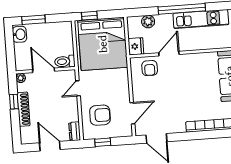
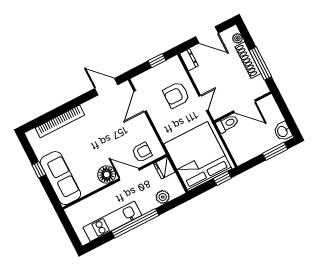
door: (169, 54) -> (129, 174), swing flipped
floor lamp: (189, 62) -> (107, 175), added
armchair: (150, 68) -> (142, 152), turned 90
plant: (21, 78) -> (237, 38), moved
window: (14, 102) -> (260, 63), width x2.17
armchair: (100, 115) -> (176, 95), moved

